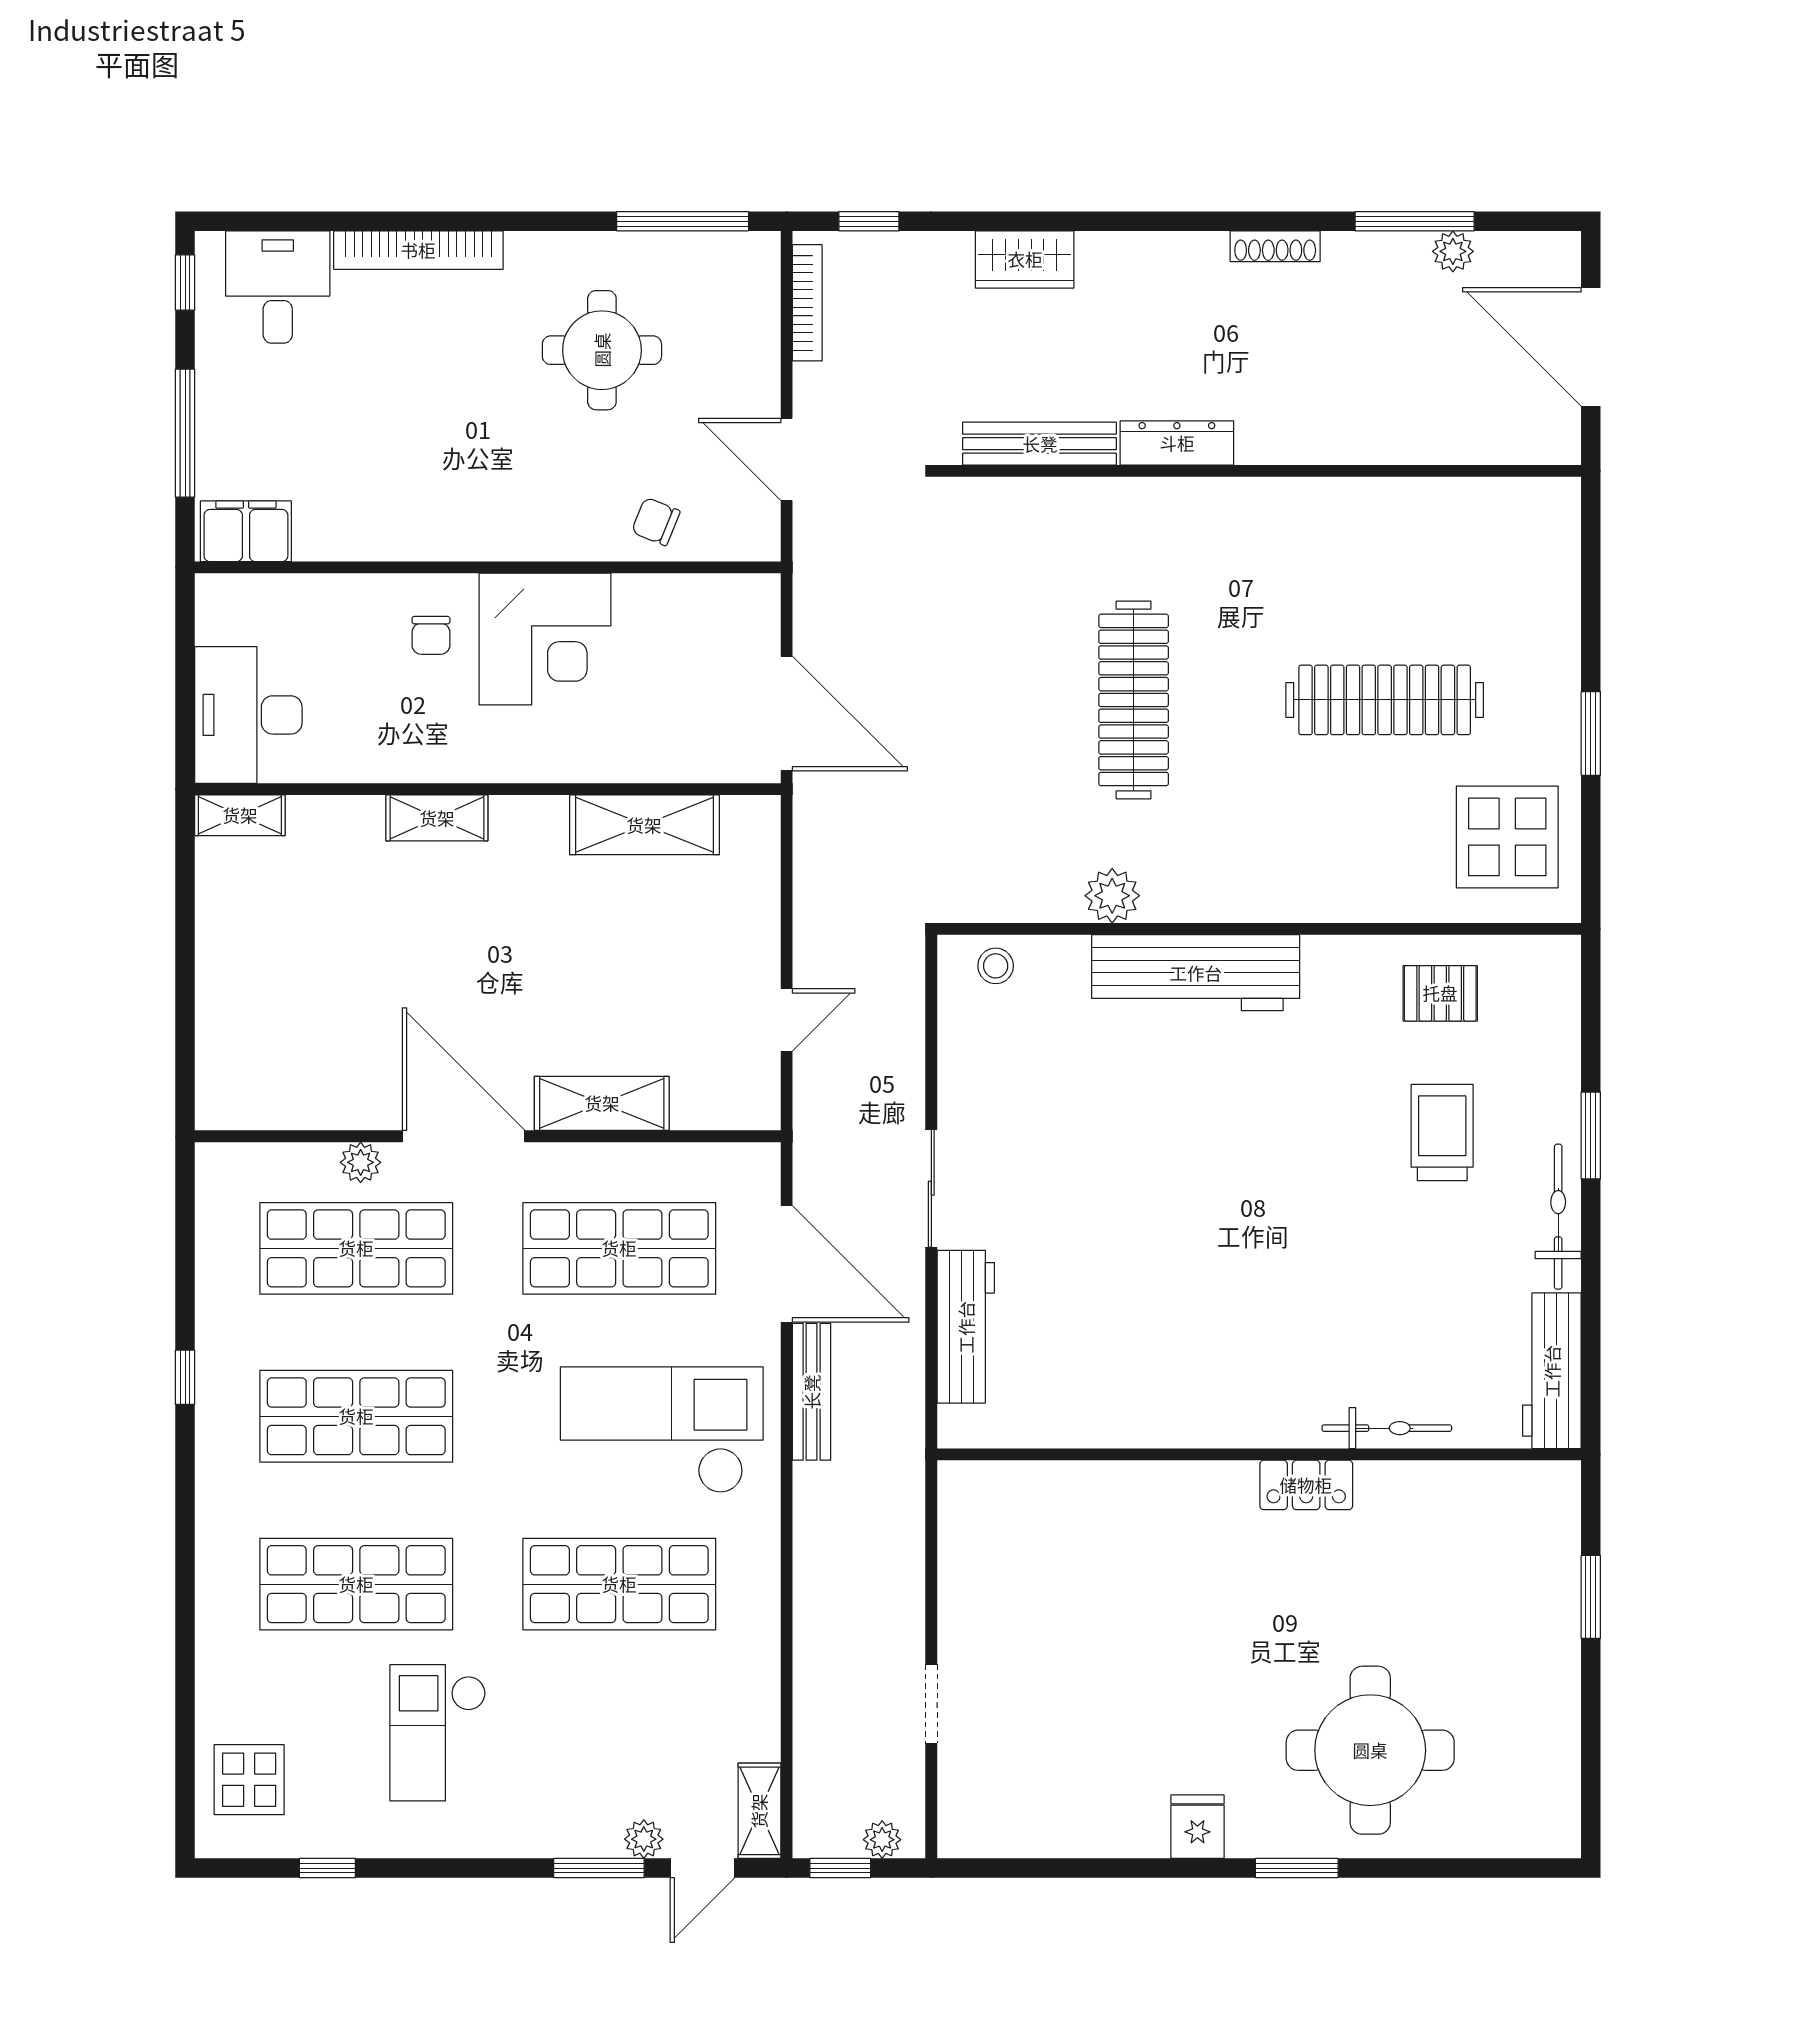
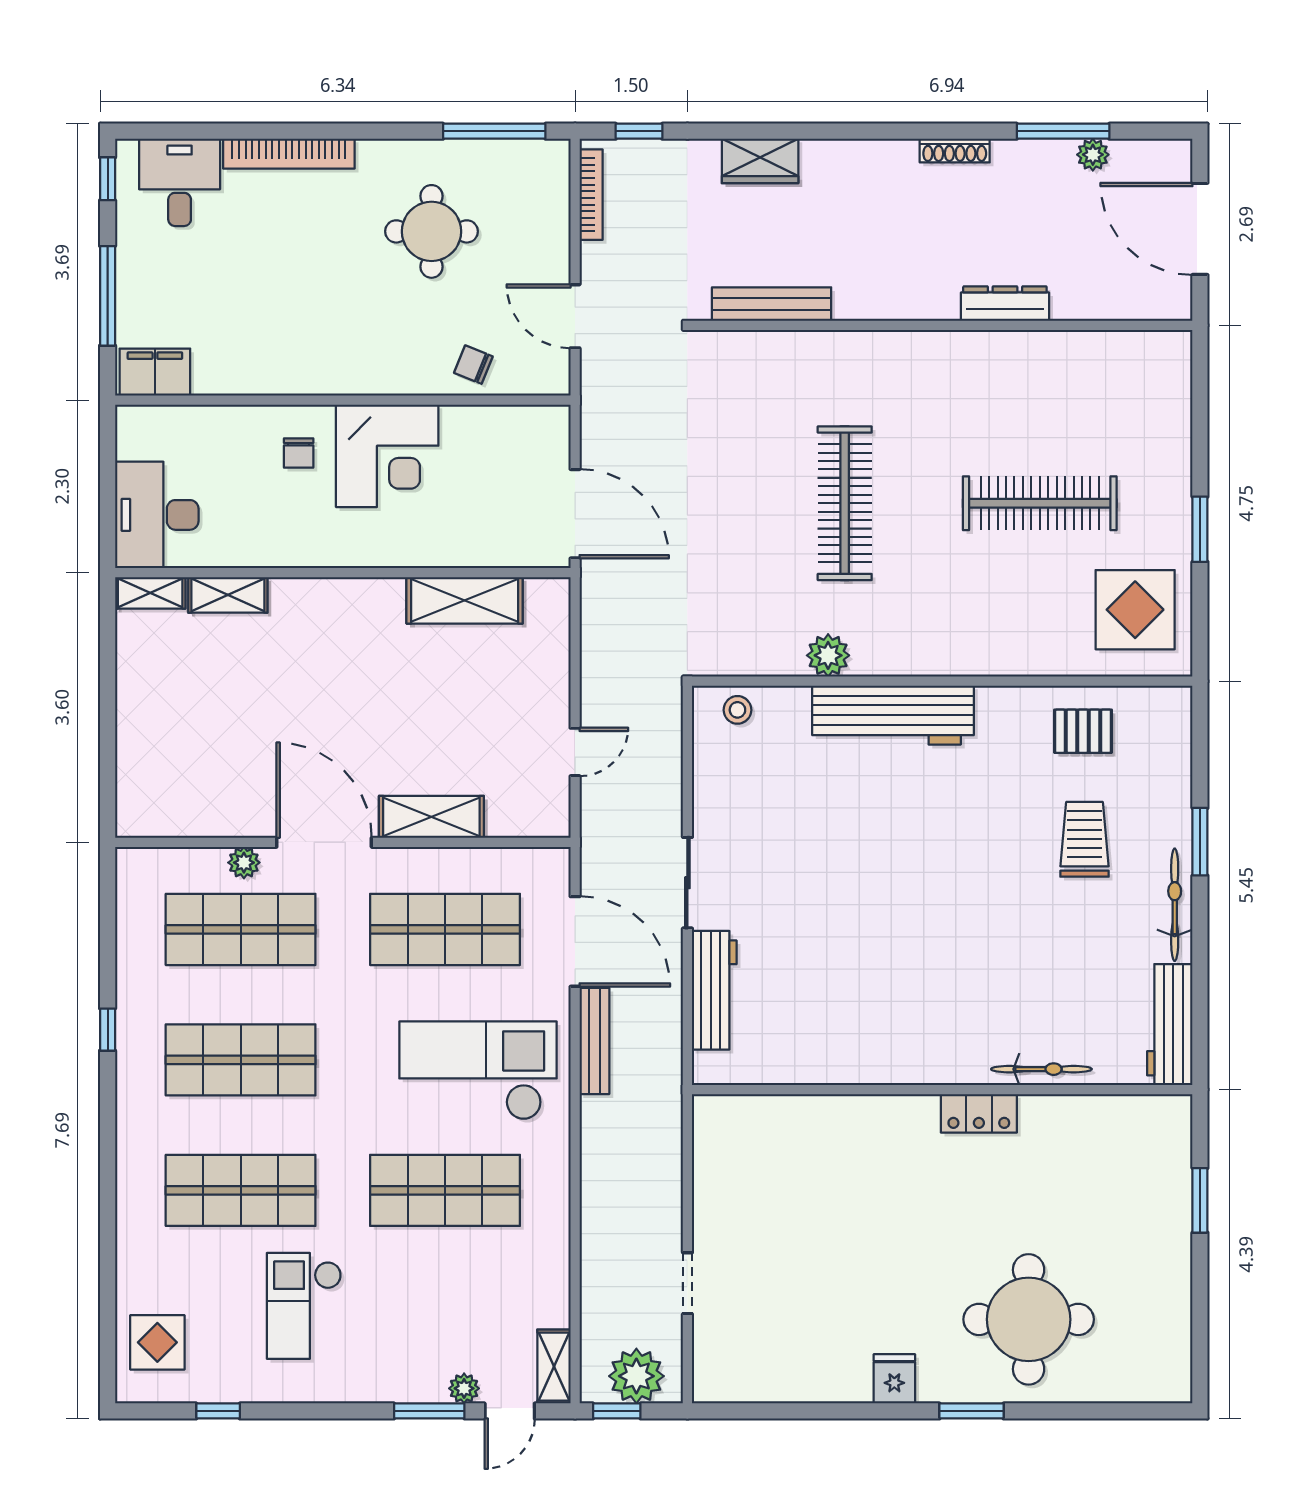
dresser: (1177, 443) -> (1005, 304), moved
shelving: (437, 818) -> (228, 595), moved
plant: (882, 1840) -> (636, 1376), width x1.88, depth x1.88

